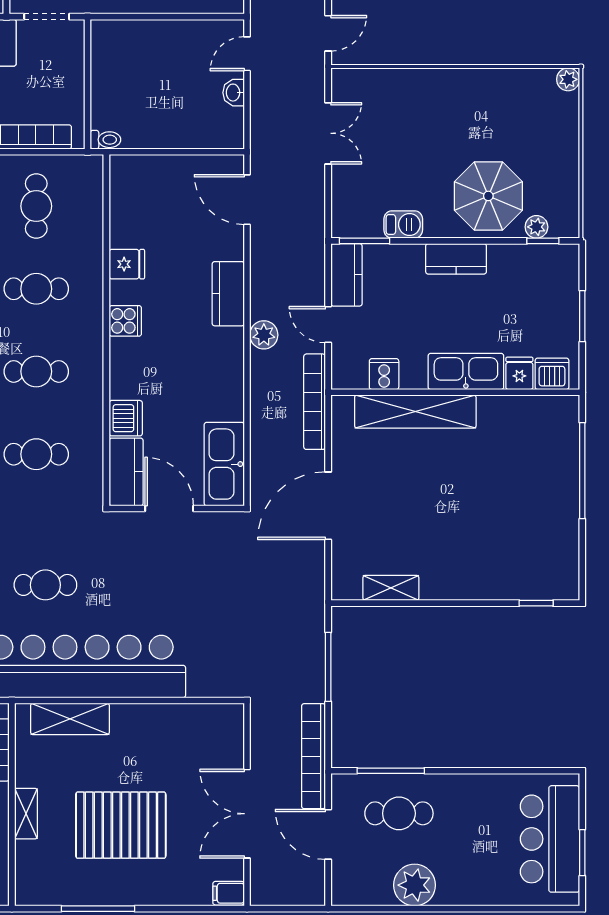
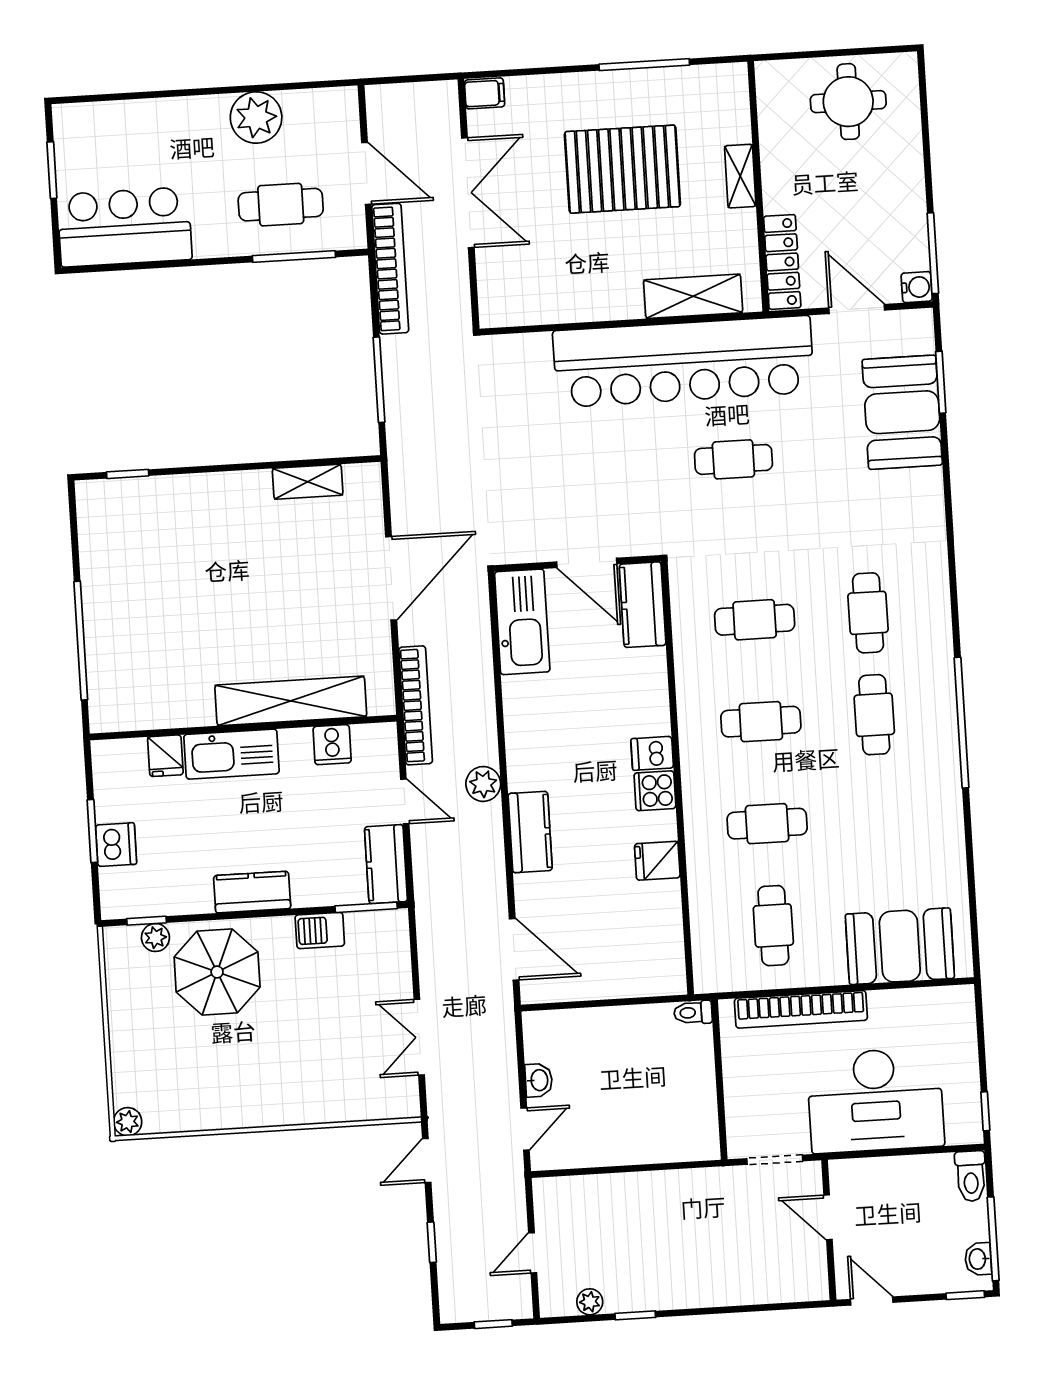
dishwasher: (552, 374) -> (116, 845), moved, turned -90
dishwasher: (126, 418) -> (652, 753), moved, width x0.73
bar counter: (550, 839) -> (125, 227), moved, turned -90

